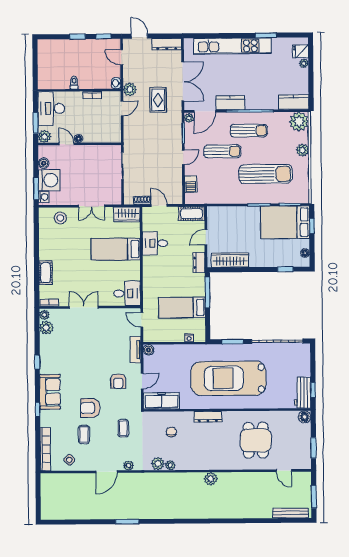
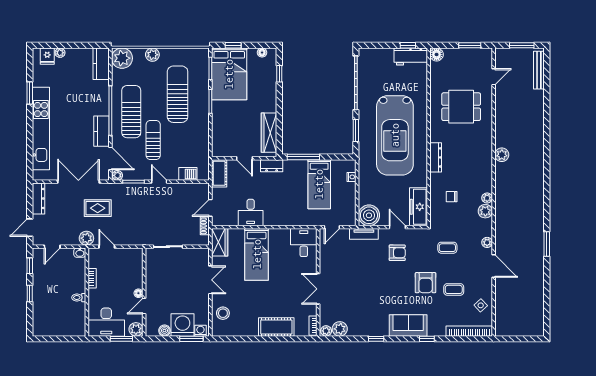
sun lounger: (249, 131) -> (131, 112), width x1.36, depth x1.34
cot: (46, 273) -> (276, 327), width x1.37, depth x1.34
boiler: (149, 350) -> (369, 215), width x1.86, depth x1.86

